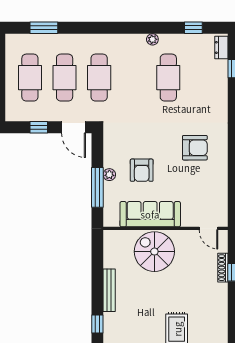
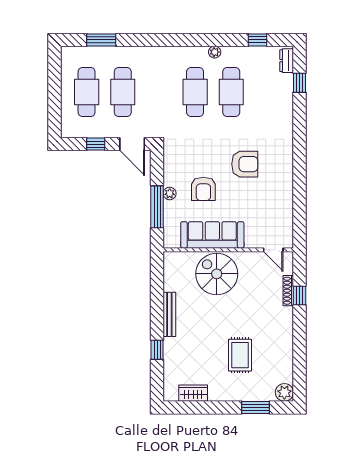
cafe table: (99, 78) -> (195, 92), moved
armchair: (195, 148) -> (245, 164), moved

